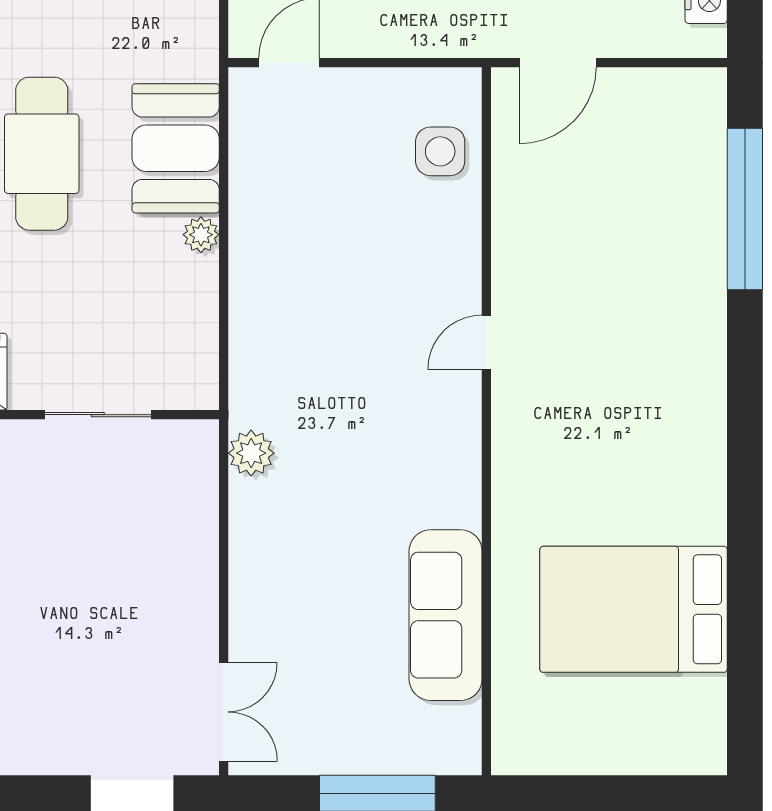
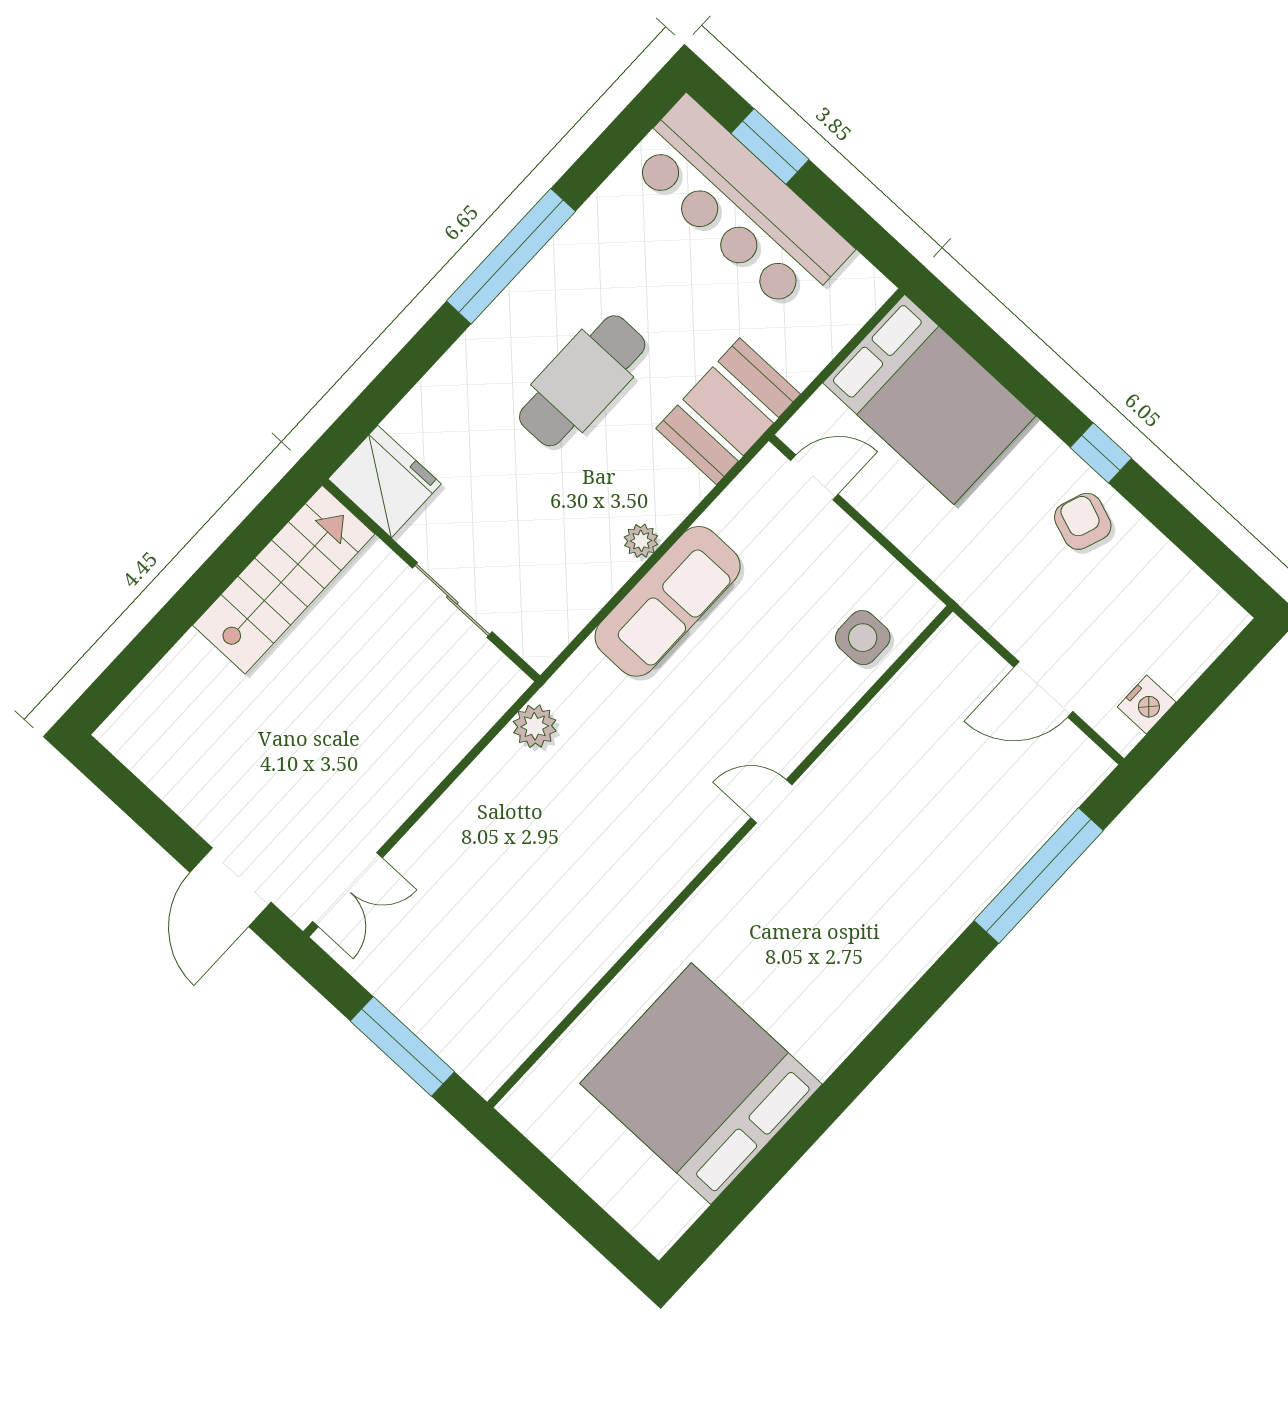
door: (558, 63) -> (1043, 689), moved
booth: (176, 148) -> (728, 411), moved
bed: (633, 609) -> (701, 1084), width x1.36
sofa: (446, 615) -> (668, 601), moved, turned 180

